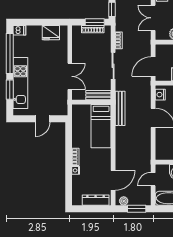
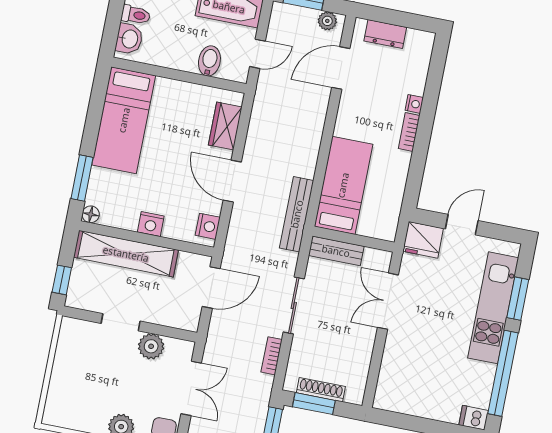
fridge: (51, 33) -> (423, 240), moved, turned 180
wardrobe: (161, 143) -> (225, 126), added
dresser: (96, 200) -> (385, 34), width x0.70

